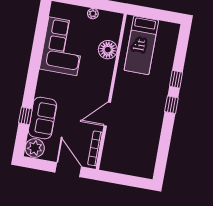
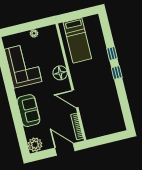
floor lamp: (108, 50) -> (60, 73), moved
door: (107, 114) -> (75, 99), hinge flipped
window: (25, 116) -> (19, 125), removed
sofa: (42, 118) -> (29, 111), moved

